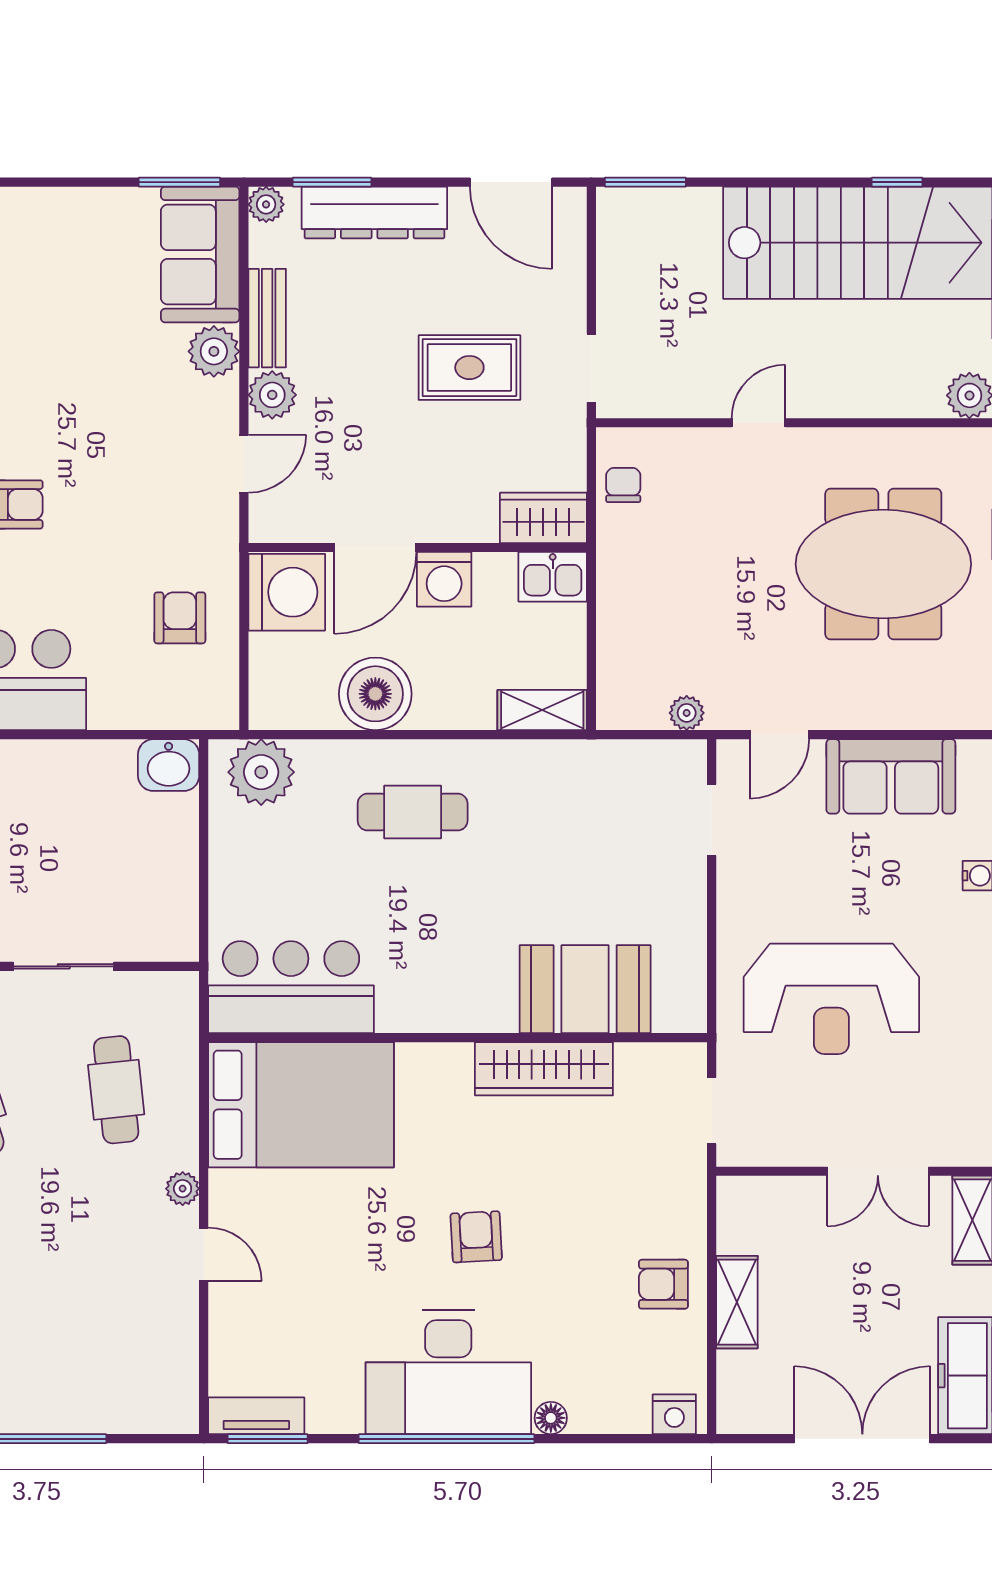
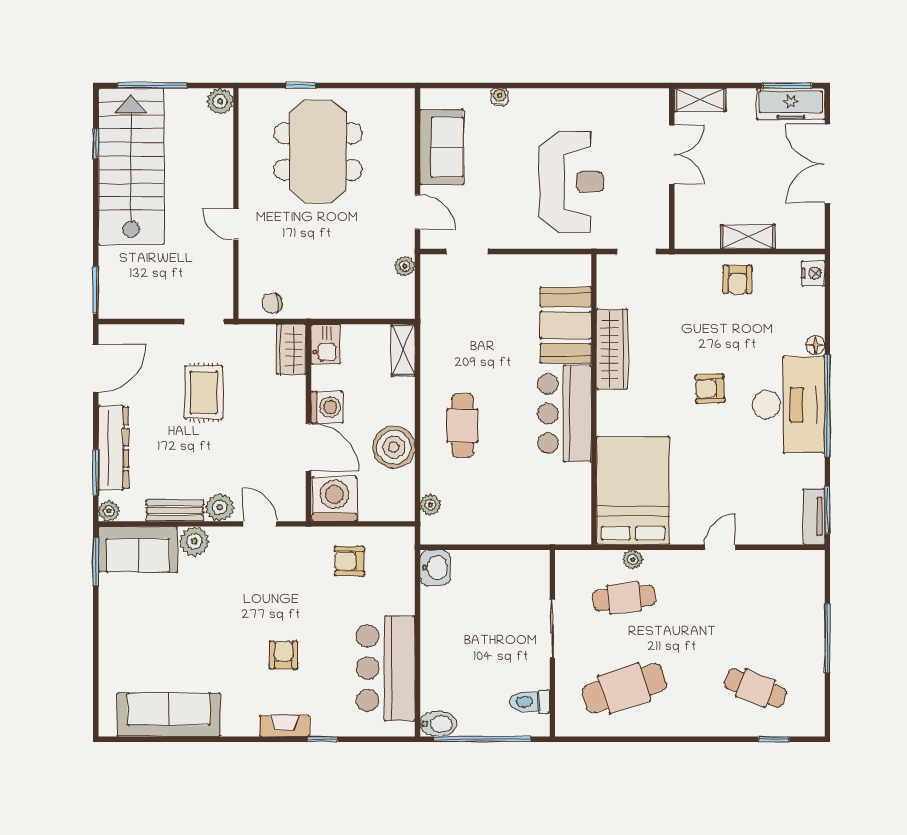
plant: (261, 772) -> (430, 505), width x0.53, depth x0.53
bar counter: (291, 987) -> (564, 414), moved
plant: (183, 1189) -> (633, 560), moved

